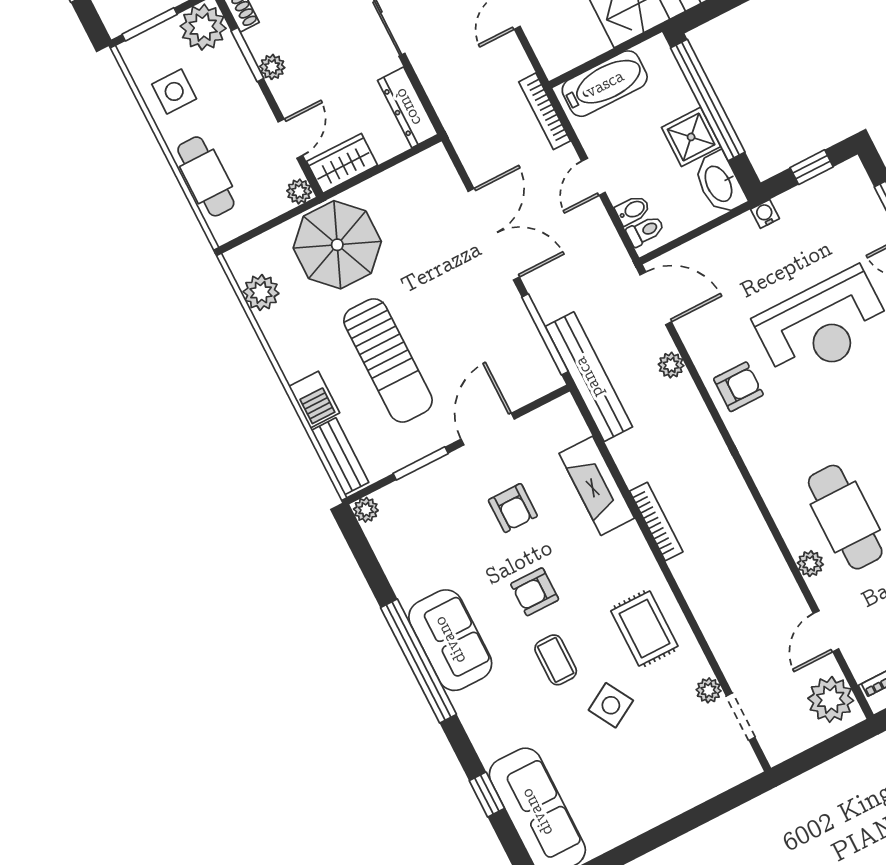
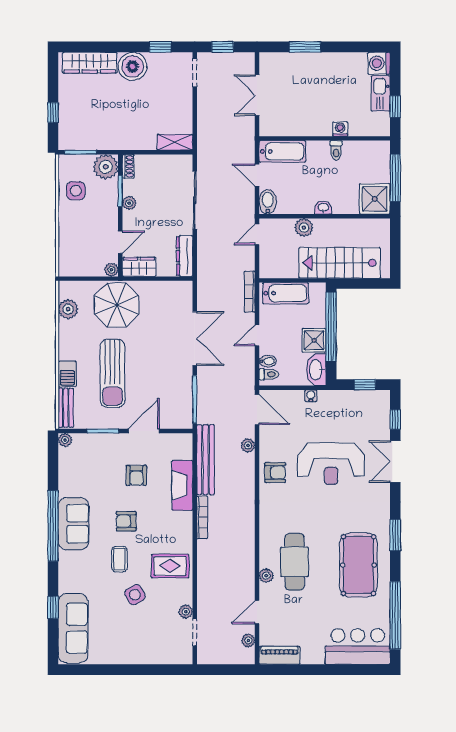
cafe table: (206, 176) -> (70, 240), removed
water cooler: (765, 214) -> (311, 396), moved
bench: (589, 377) -> (206, 460), moved
rug: (644, 629) -> (170, 566), turned 90
plant: (831, 699) -> (248, 640), width x0.53, depth x0.53

